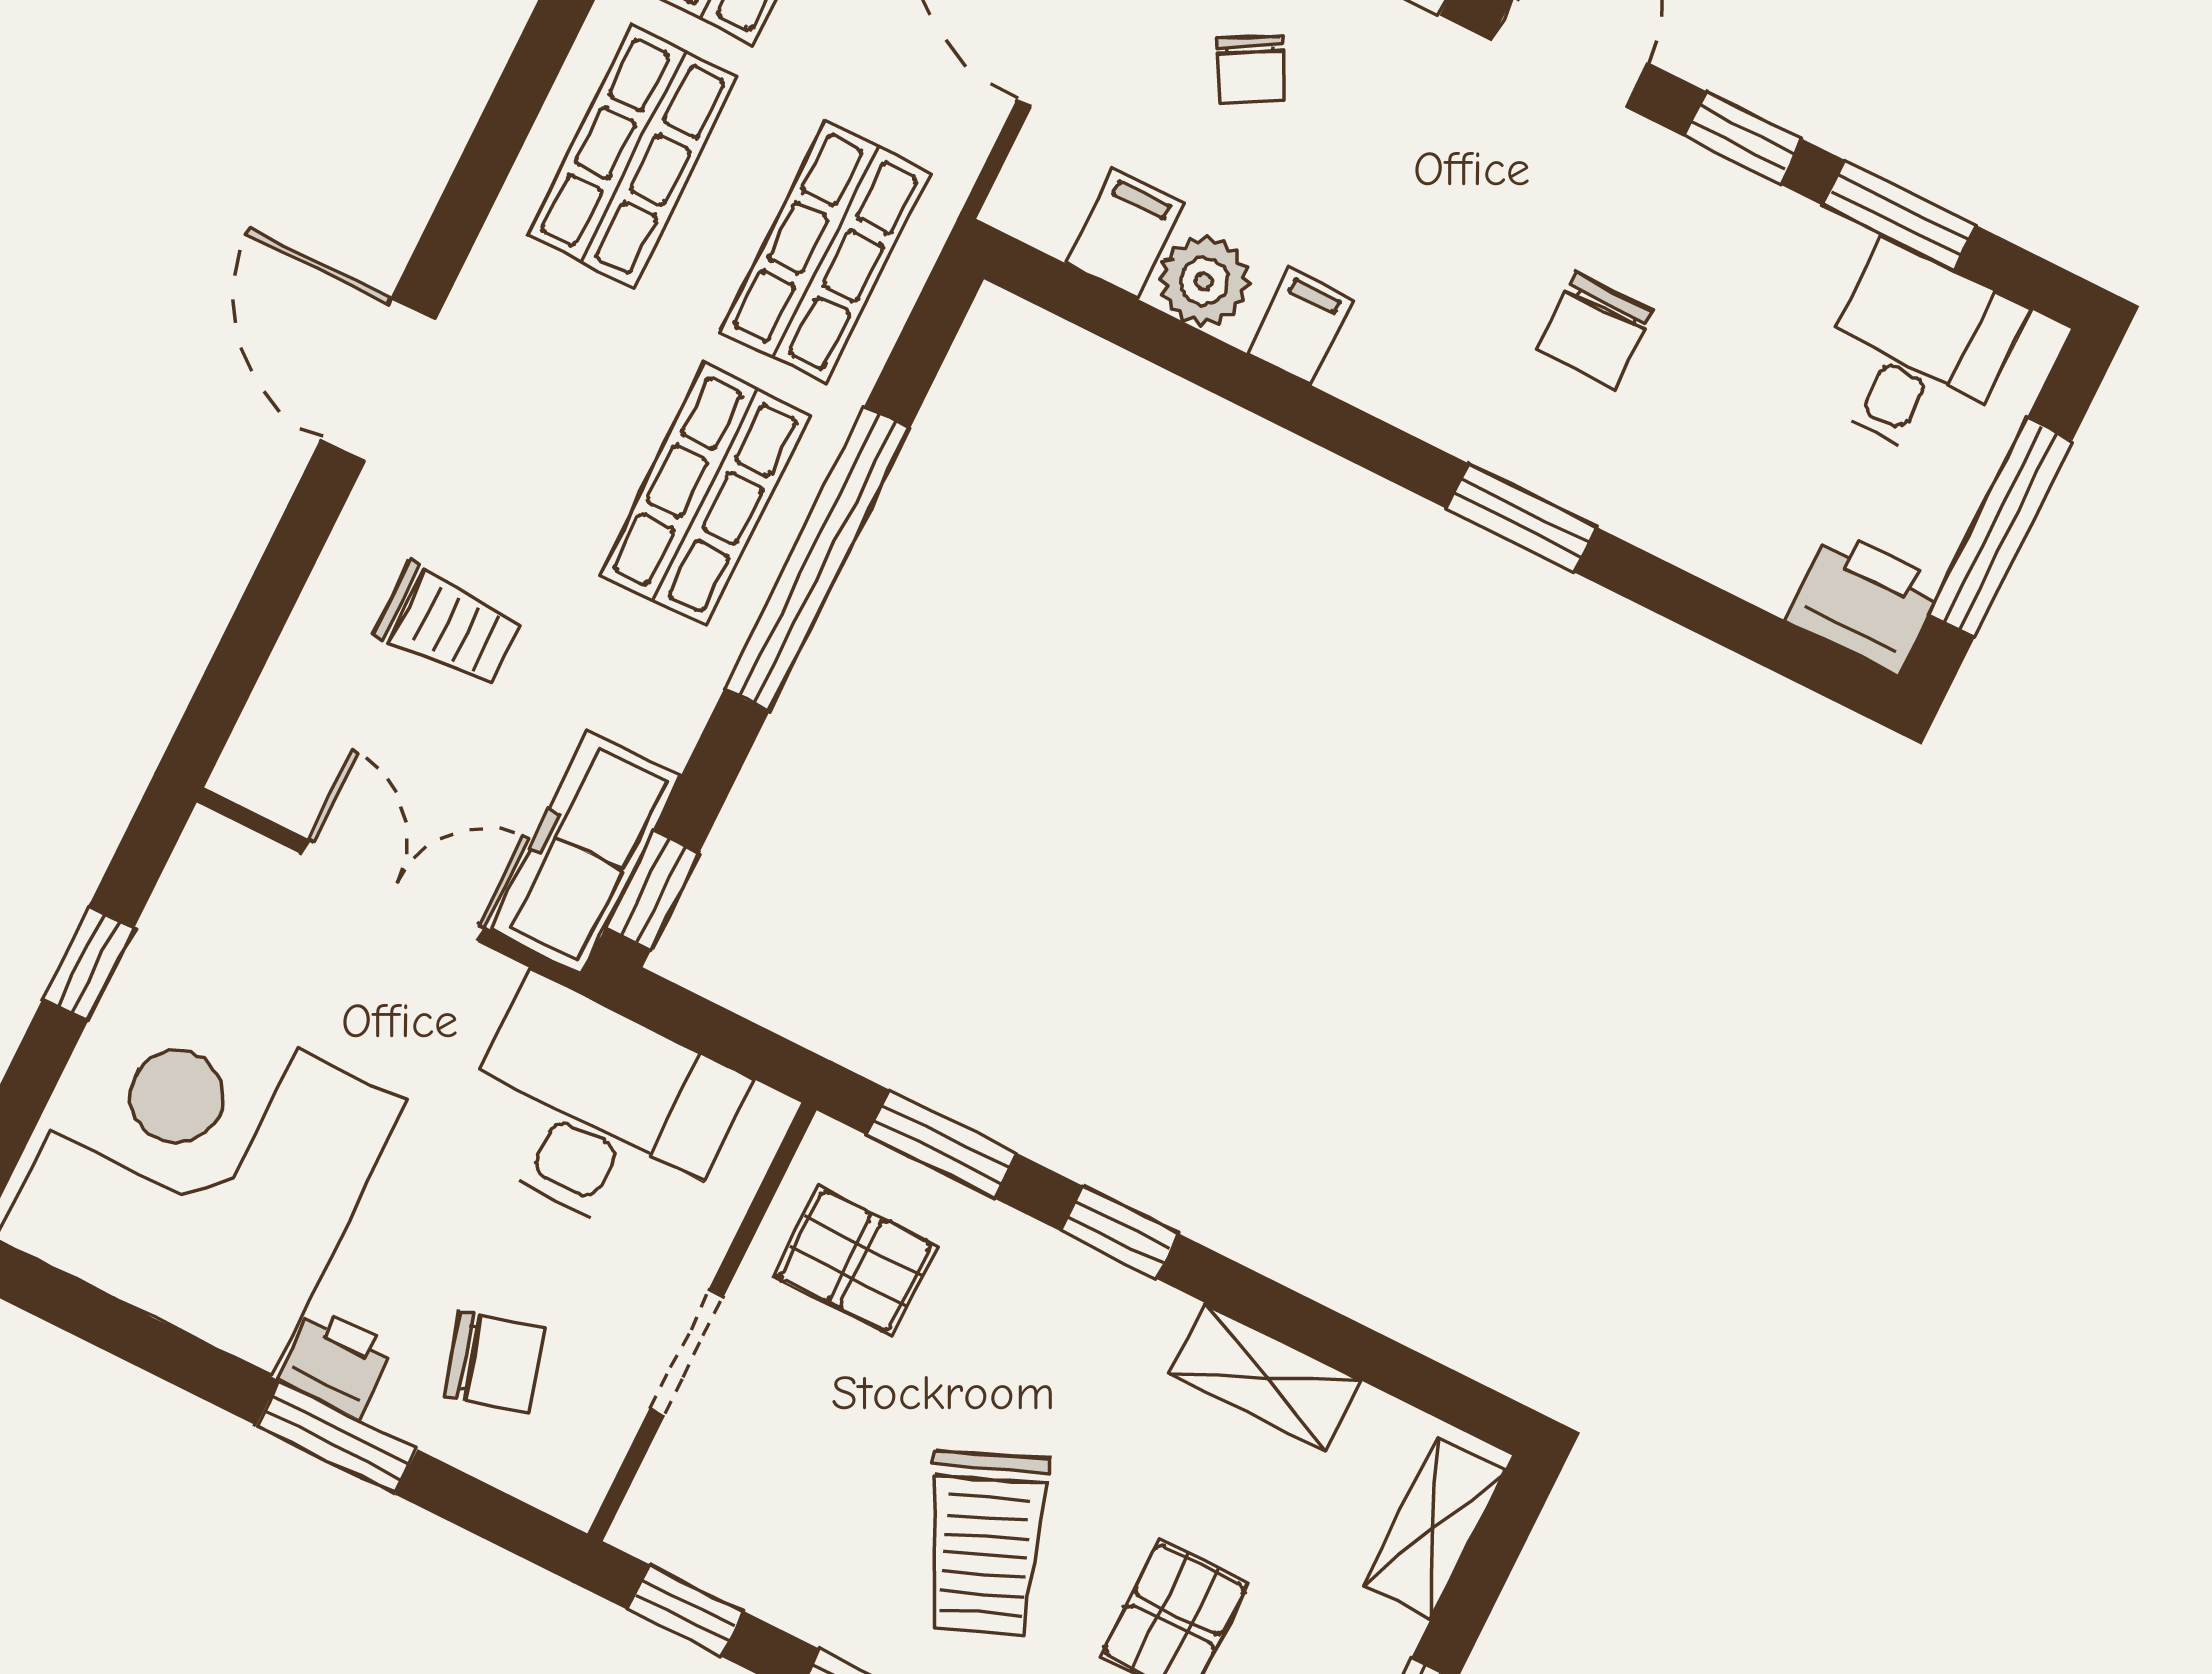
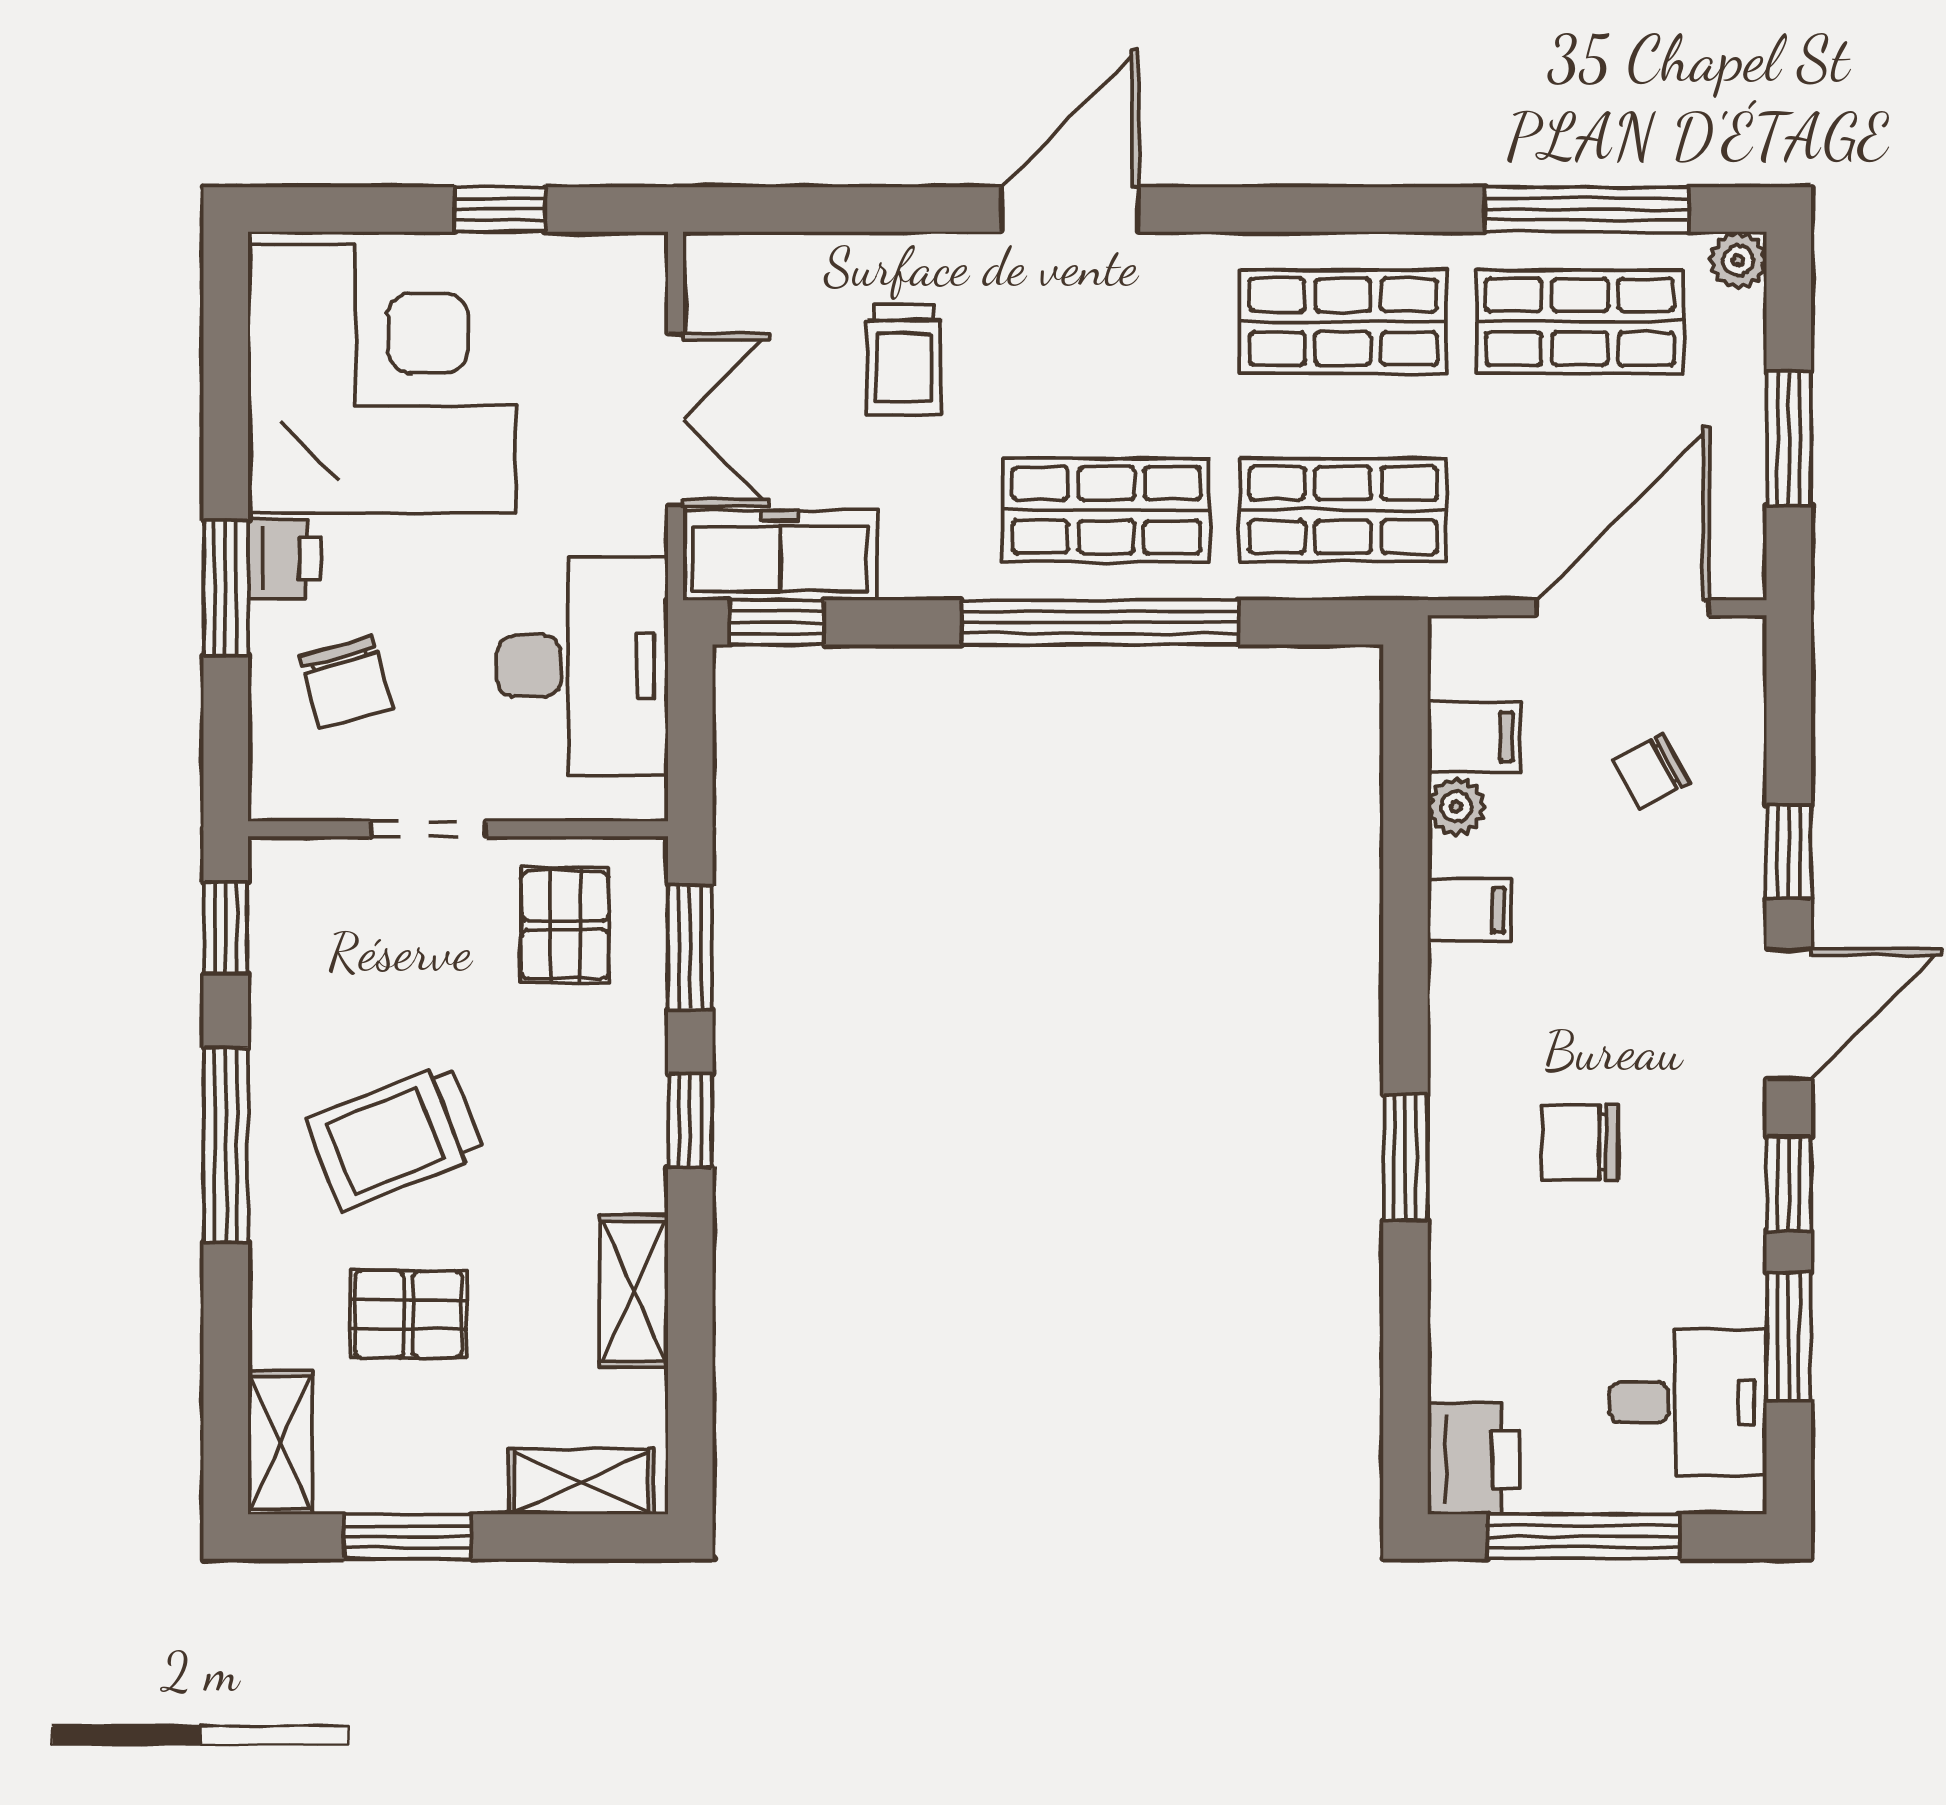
plant: (1204, 281) -> (1456, 807), width x0.73, depth x0.73

